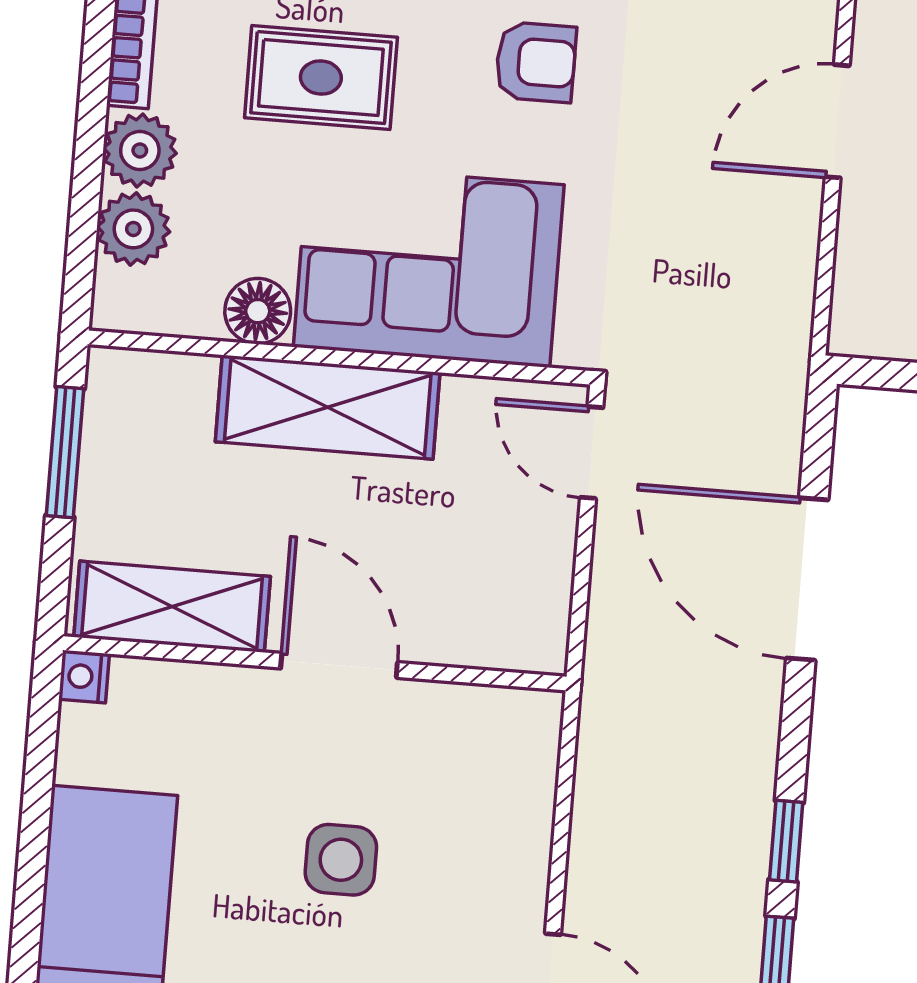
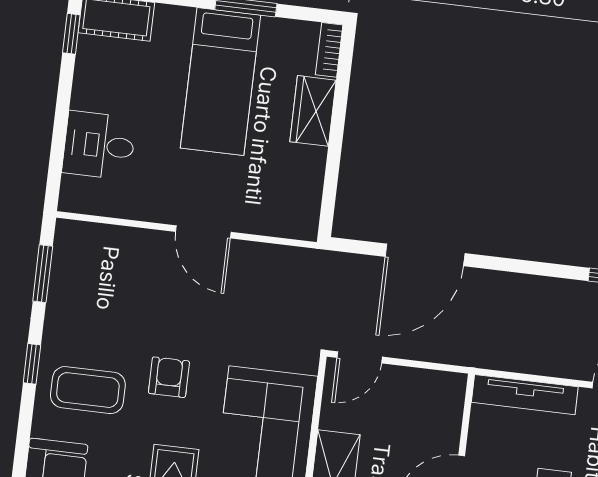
tv unit: (528, 795) -> (525, 395), added
window: (786, 841) -> (552, 270), removed

